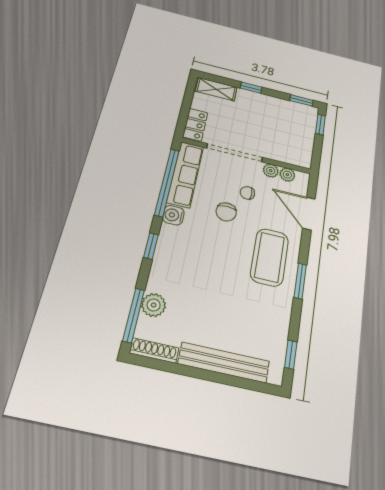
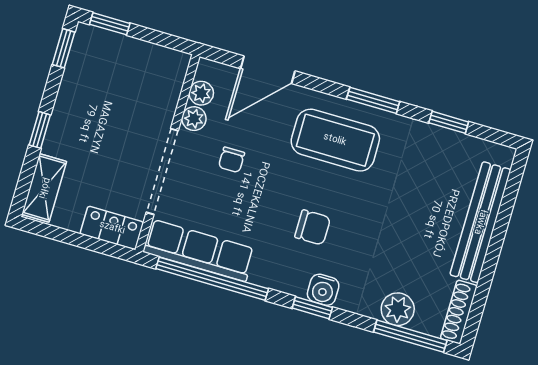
chair: (226, 212) -> (313, 227), moved
water cooler: (173, 215) -> (323, 290), moved
window: (291, 355) -> (449, 122), moved

